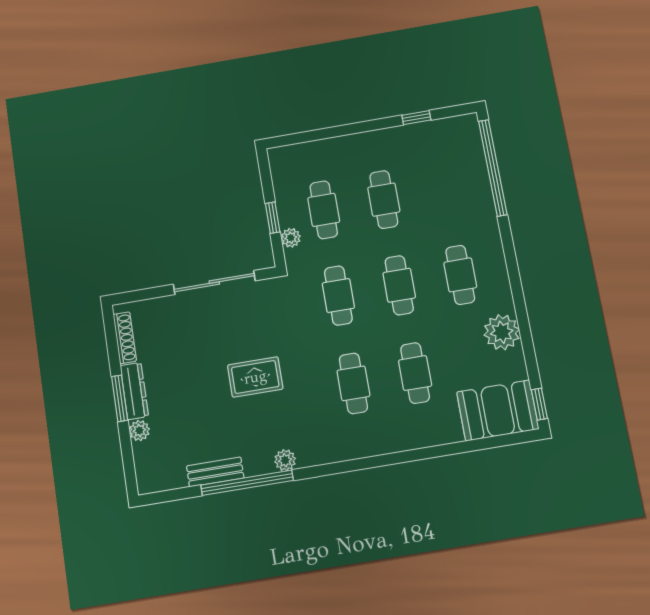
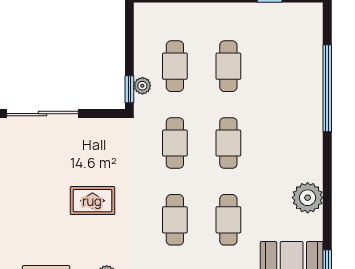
window: (493, 168) -> (327, 88), moved
window: (273, 218) -> (129, 89), moved
cafe table: (460, 275) -> (282, 143), removed
sliding door: (214, 283) -> (43, 114), moved

